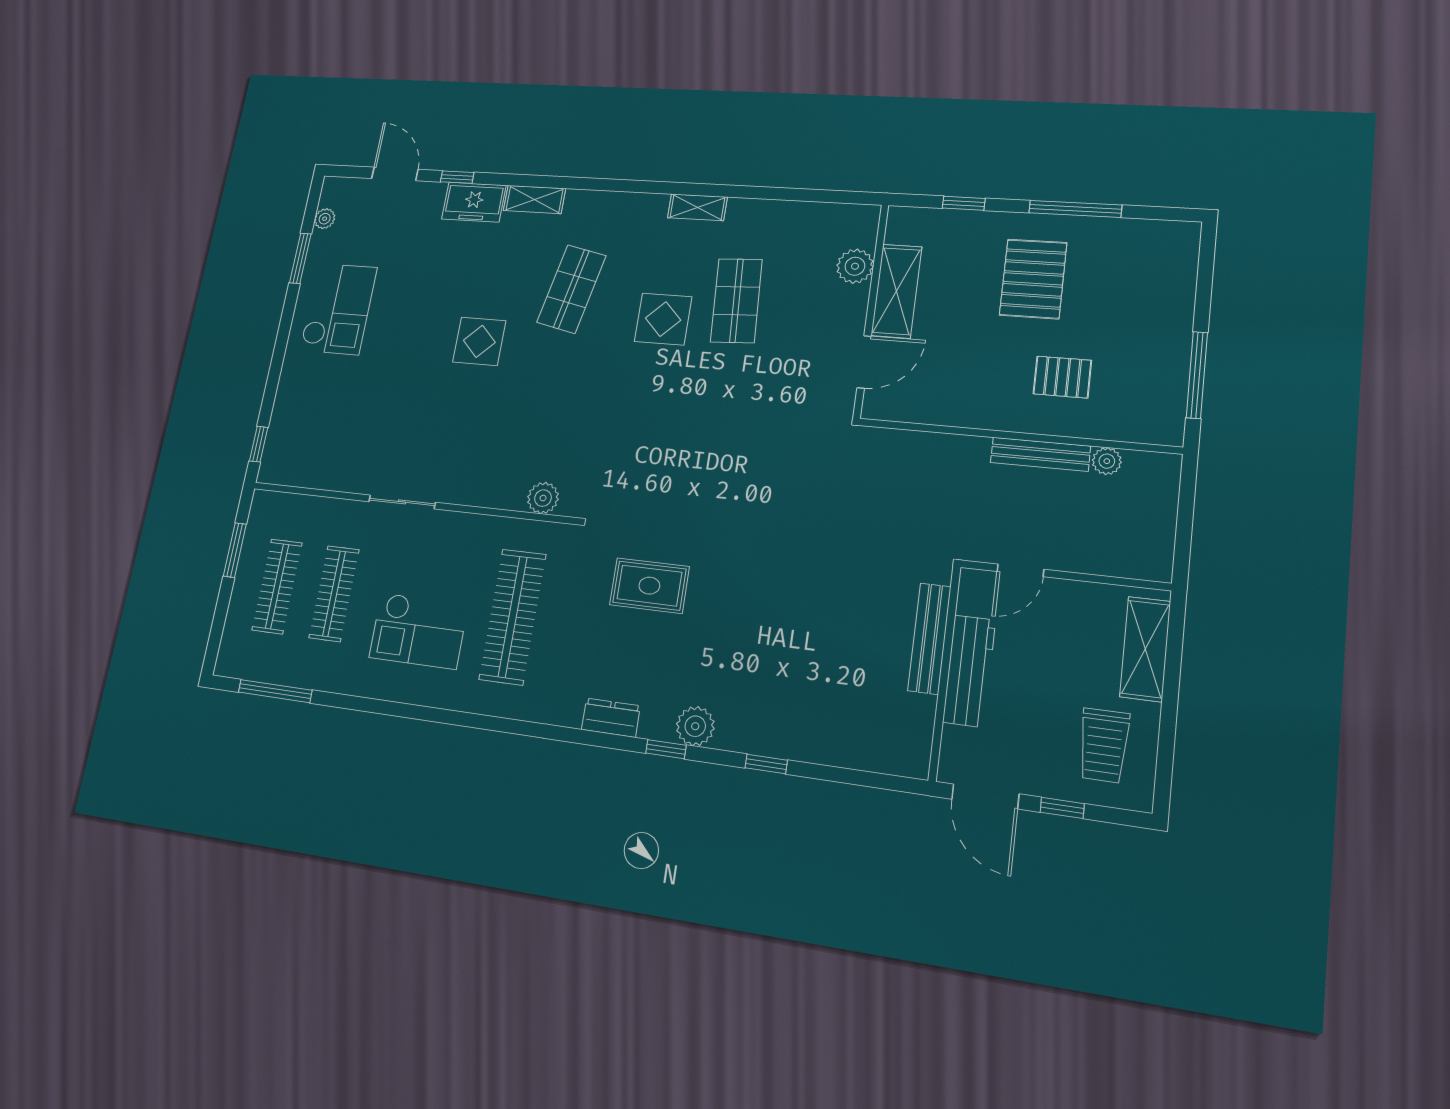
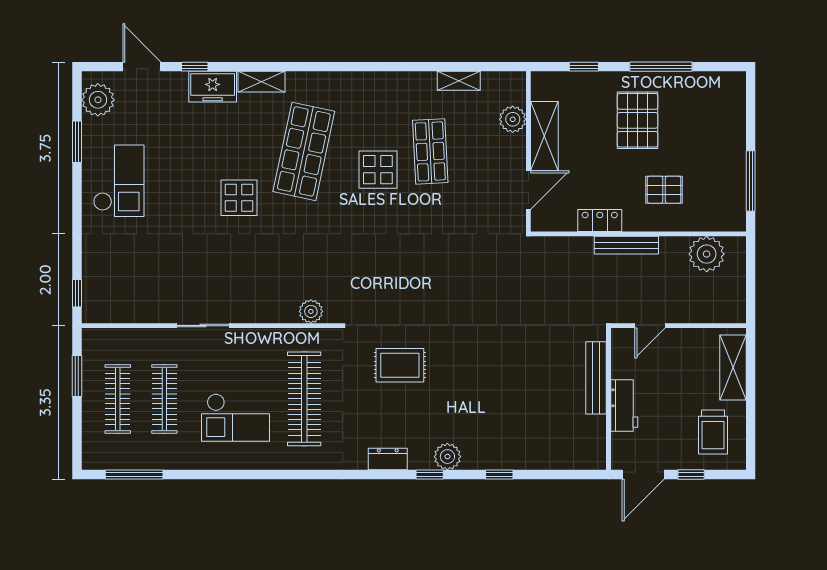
shelving: (697, 207) -> (459, 81), moved
plant: (325, 219) -> (98, 100), width x1.88, depth x1.88
shop shelf: (571, 289) -> (304, 151), width x1.43, depth x1.36
locker: (962, 412) -> (600, 221), added
bench: (1040, 454) -> (626, 245), moved
plant: (1107, 461) -> (707, 254), width x1.87, depth x1.87
workbench: (969, 671) -> (624, 406), width x0.73
door: (985, 797) -> (643, 475), hinge flipped

